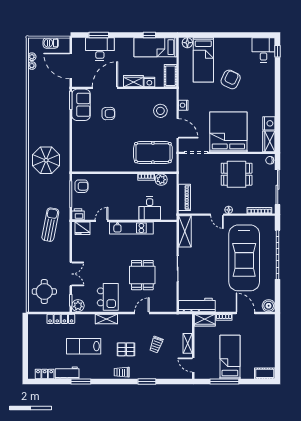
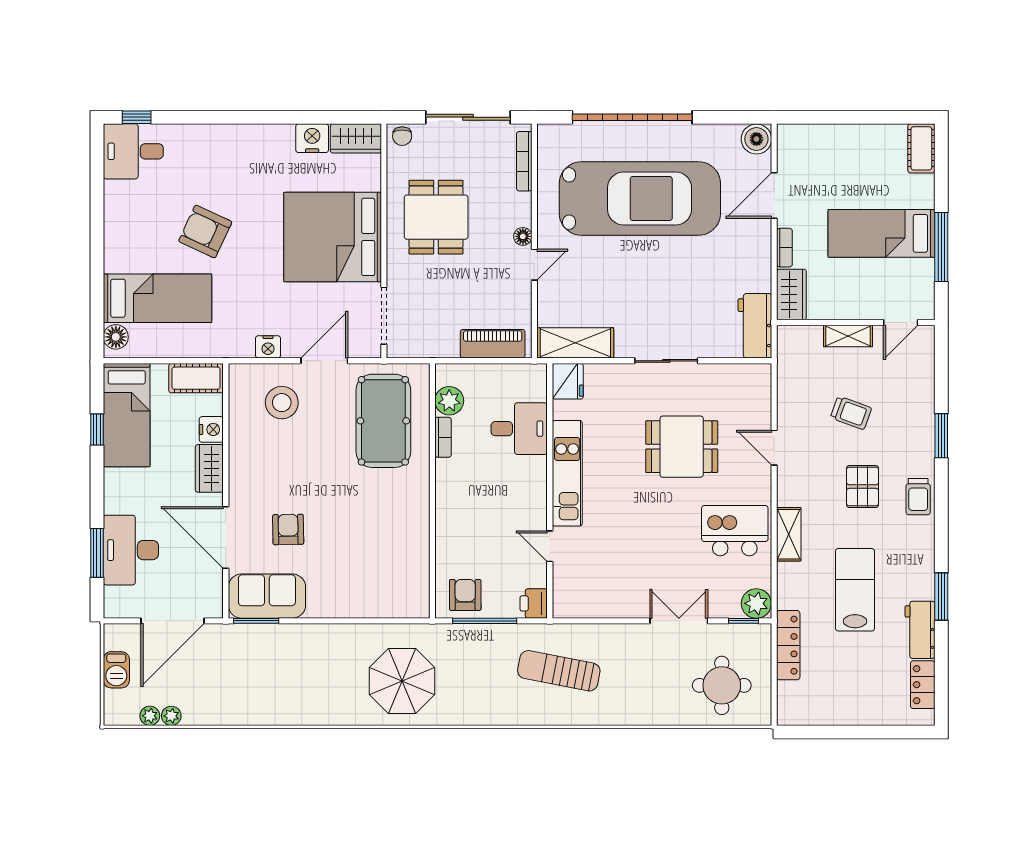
fridge: (82, 228) -> (568, 381), moved
workbench: (197, 305) -> (755, 326), width x0.73
lab bench: (84, 346) -> (855, 590), turned 180

